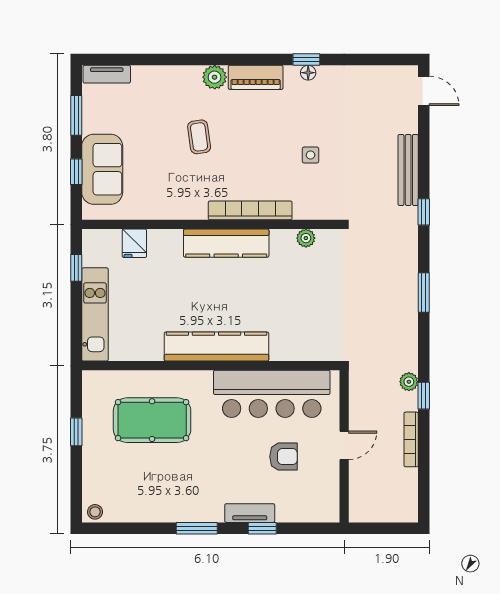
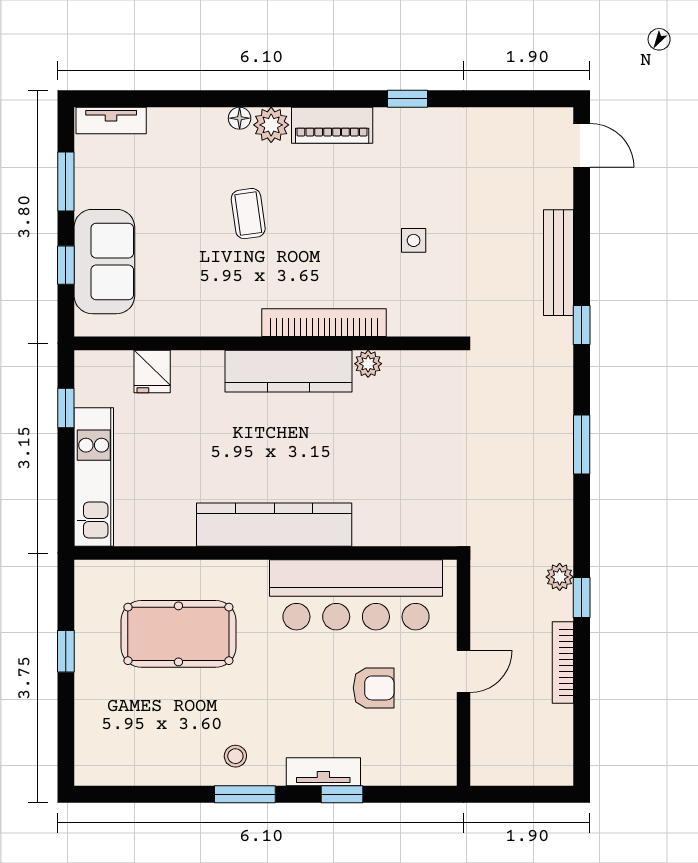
floor lamp: (308, 73) -> (240, 118), moved
plant: (306, 238) -> (368, 364), moved
stool: (95, 512) -> (235, 756), moved

